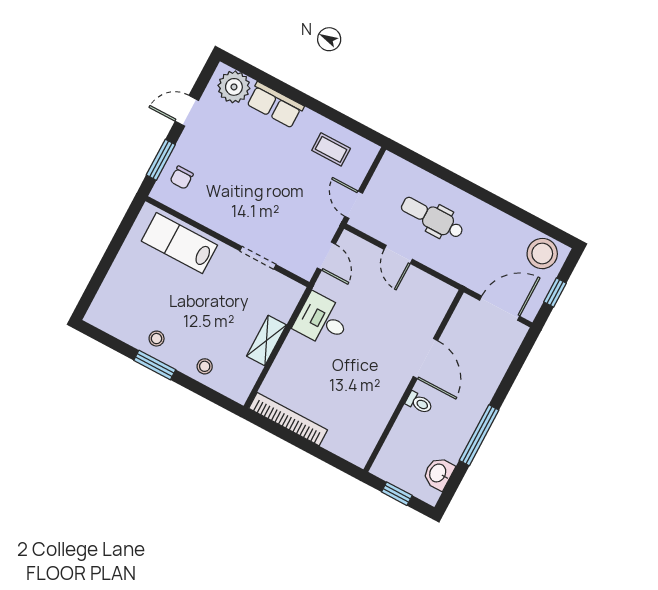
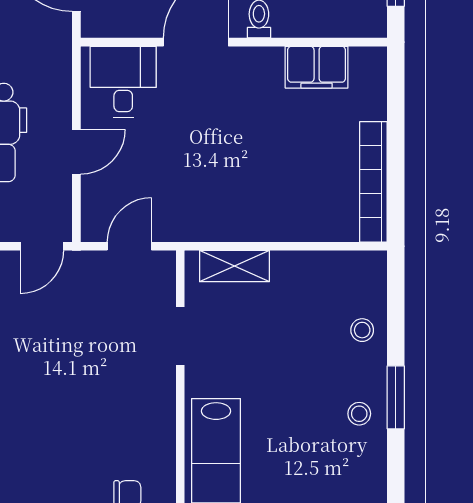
desk: (322, 320) -> (123, 82), moved, turned 180
shelving: (267, 341) -> (234, 266), moved
filing cabinet: (373, 422) -> (317, 67), added

